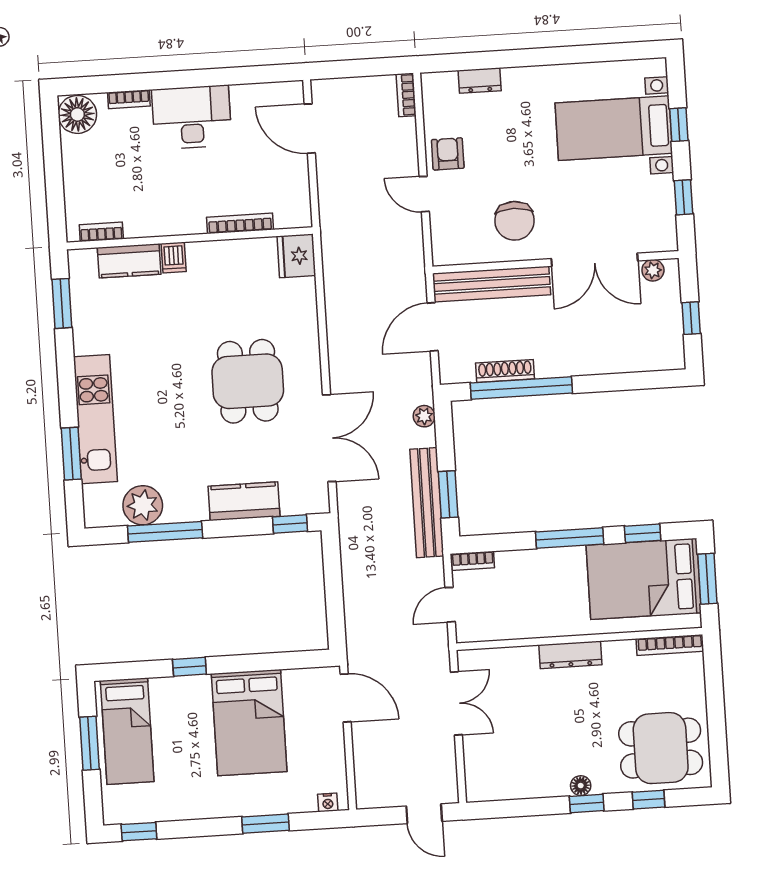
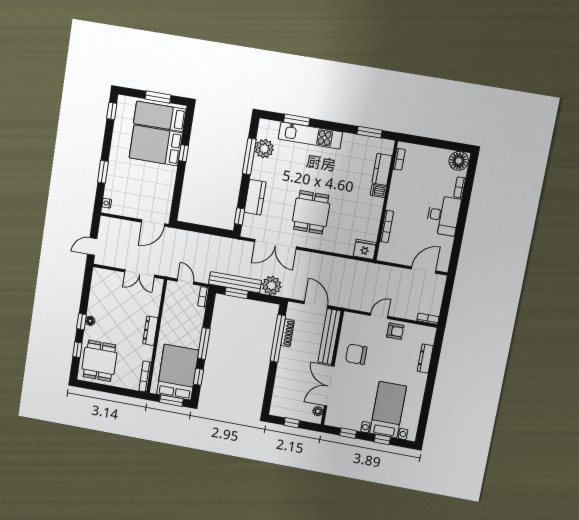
dresser: (480, 80) -> (425, 358), width x1.44
dining table: (248, 381) -> (311, 212), turned 90
plant: (424, 416) -> (272, 285), width x1.87, depth x1.87
bed: (249, 723) -> (156, 145), moved

